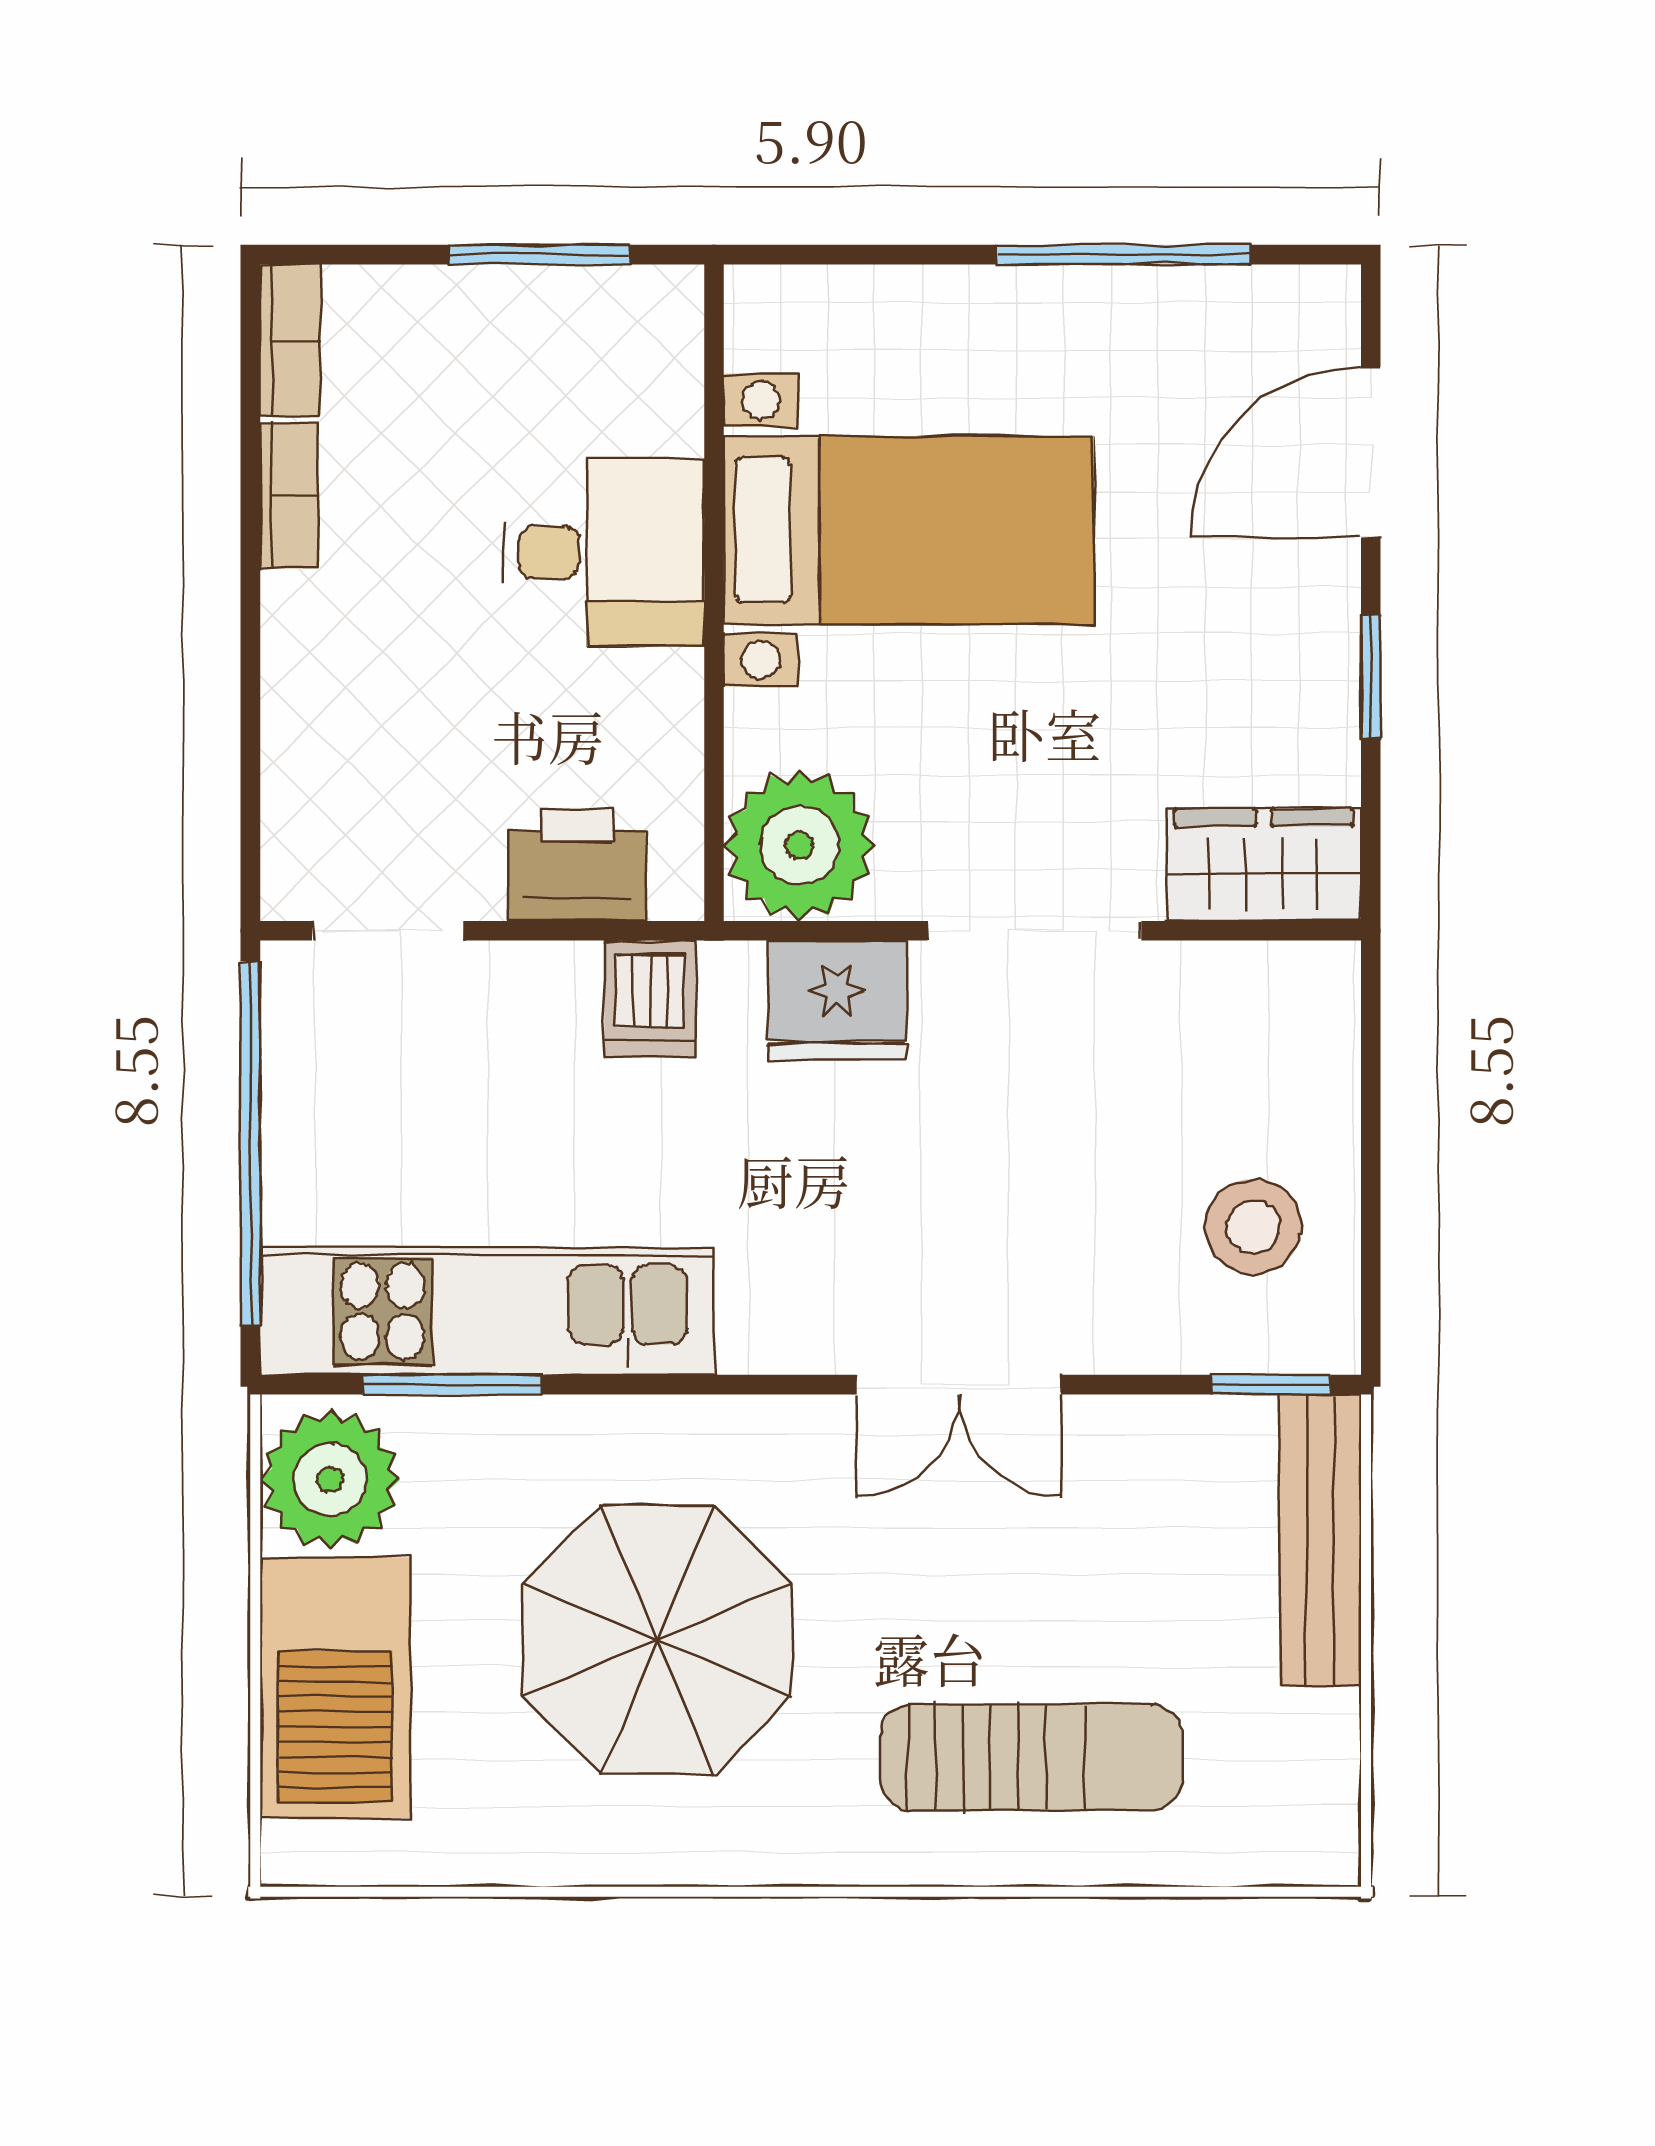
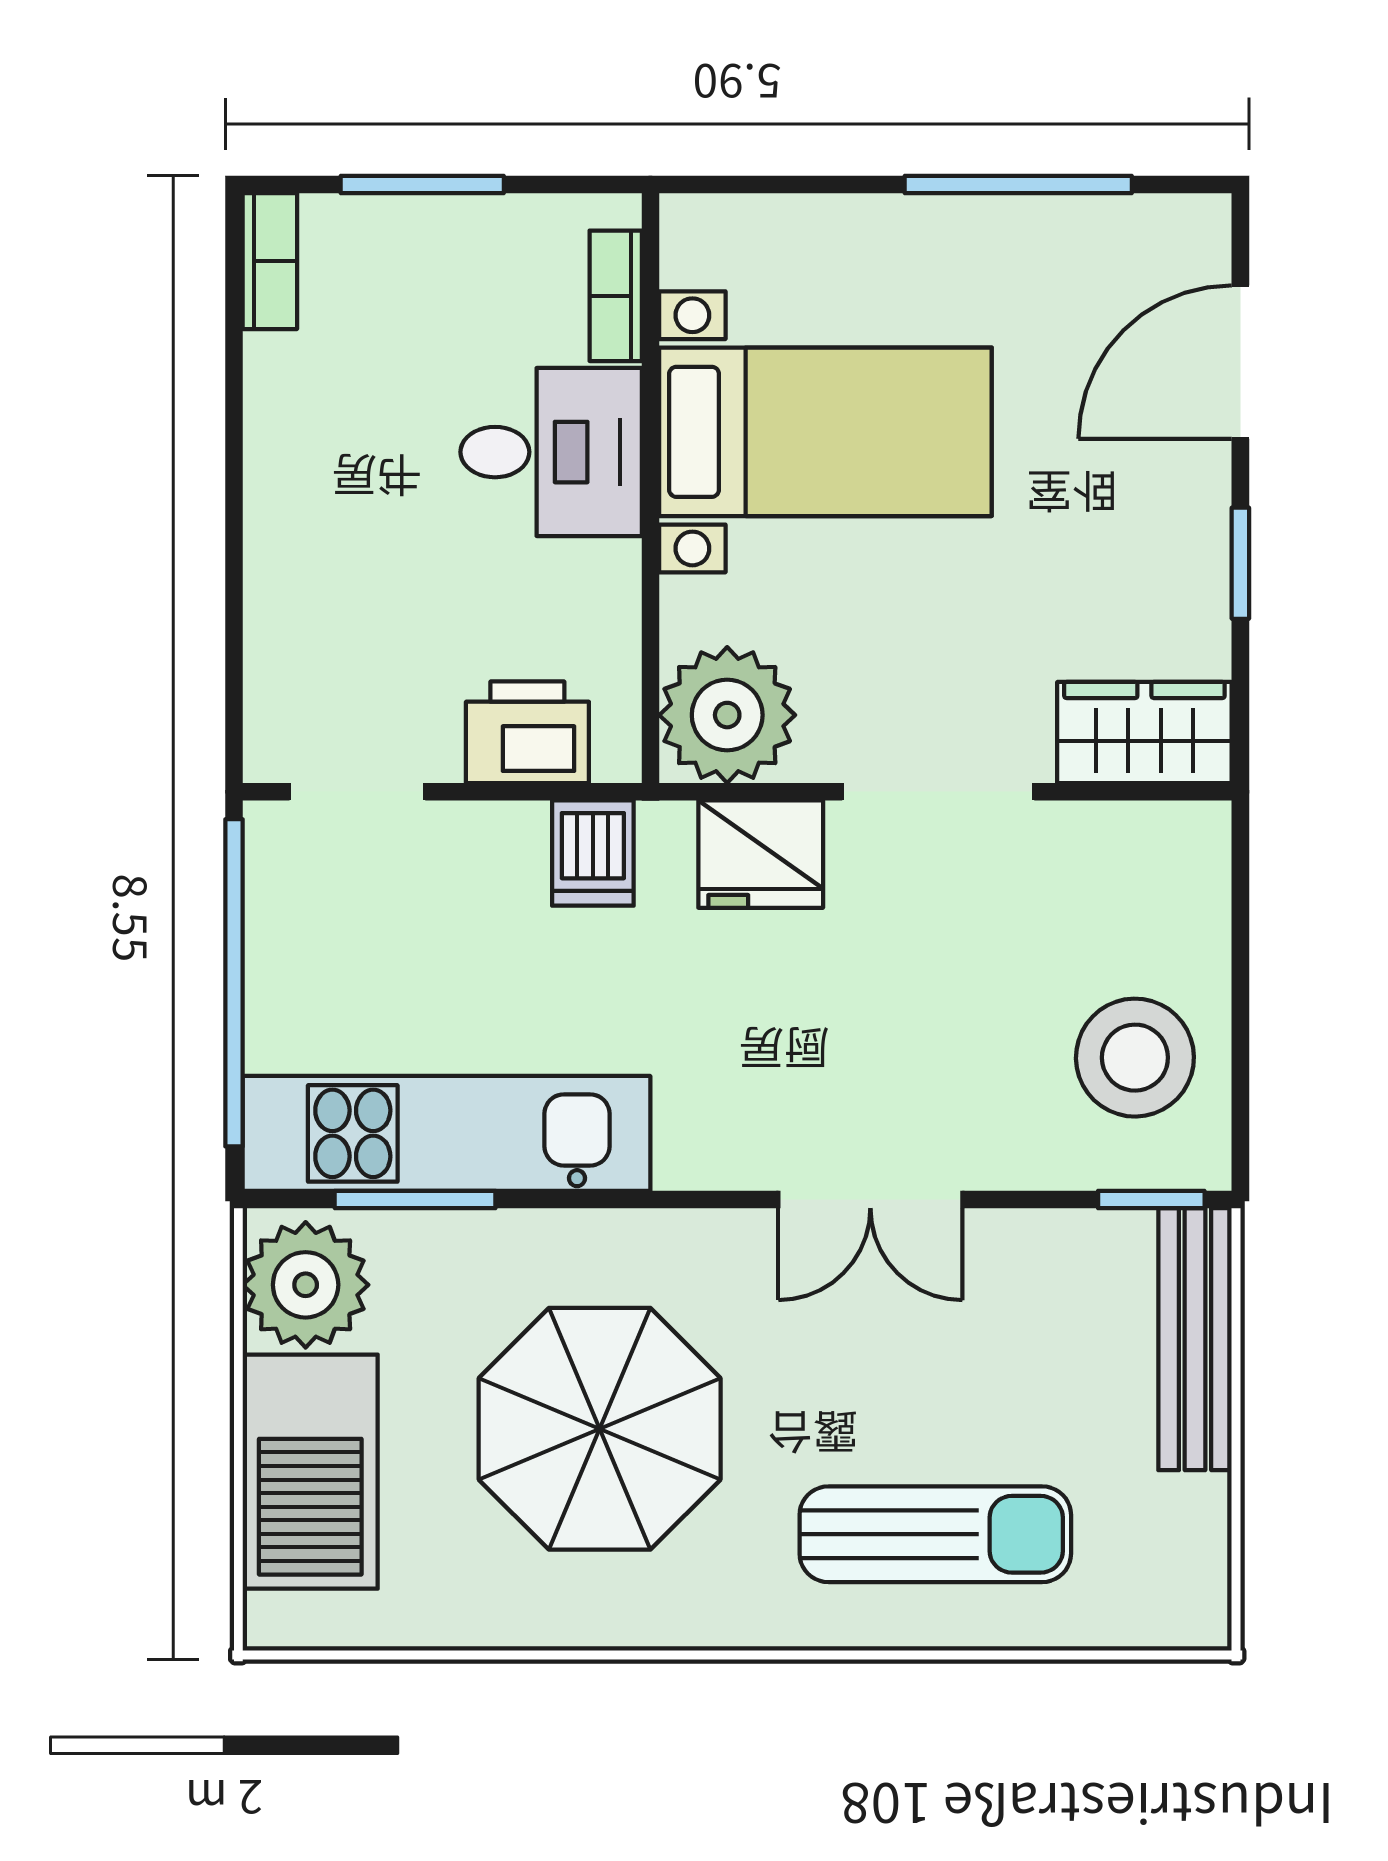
window: (539, 255) -> (422, 184), moved
bookcase: (289, 496) -> (616, 296), moved, turned 180
stool: (1253, 1227) -> (1135, 1058), width x1.38, depth x1.38

